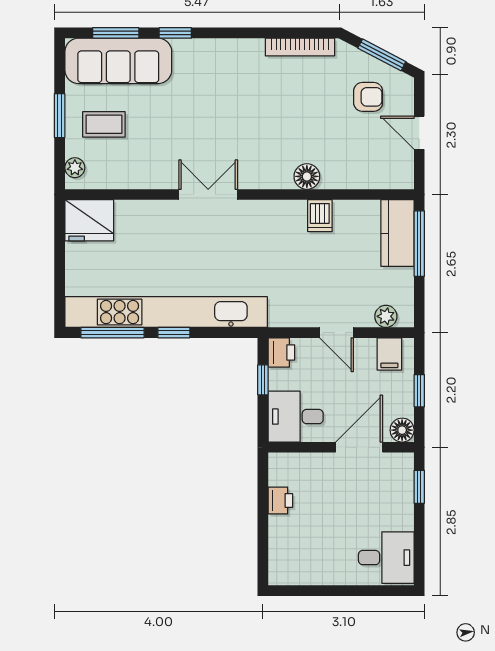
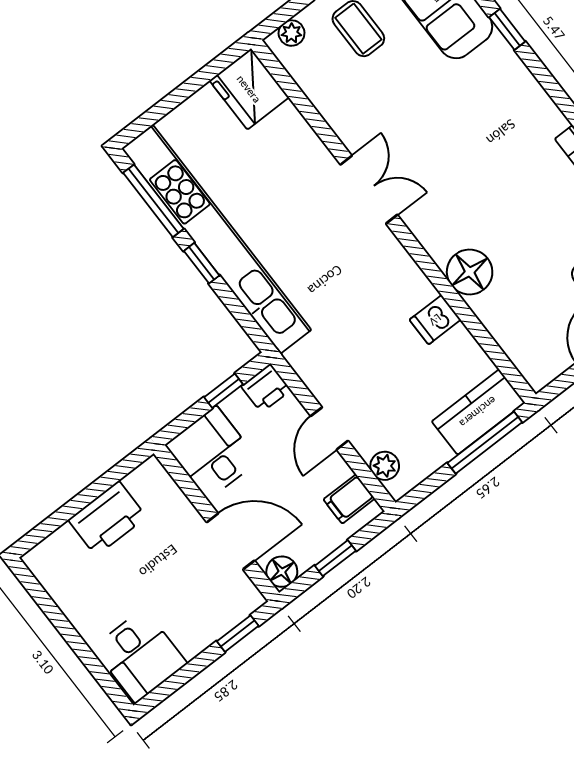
floor lamp: (307, 176) -> (470, 272), width x1.38, depth x1.38
printer: (280, 501) -> (107, 518), width x1.87, depth x1.48

